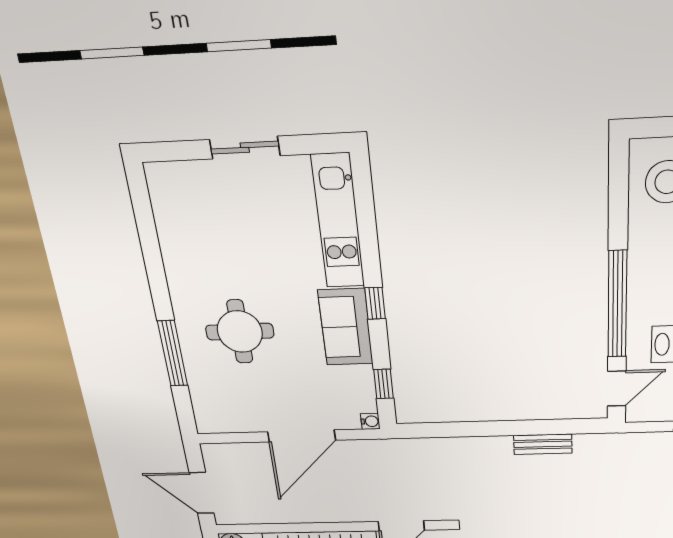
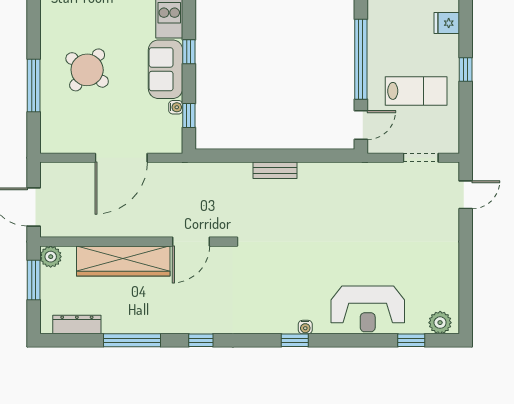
round table: (240, 332) -> (87, 70), turned 37
water cooler: (370, 421) -> (176, 107), moved
bench: (543, 444) -> (275, 170), moved

